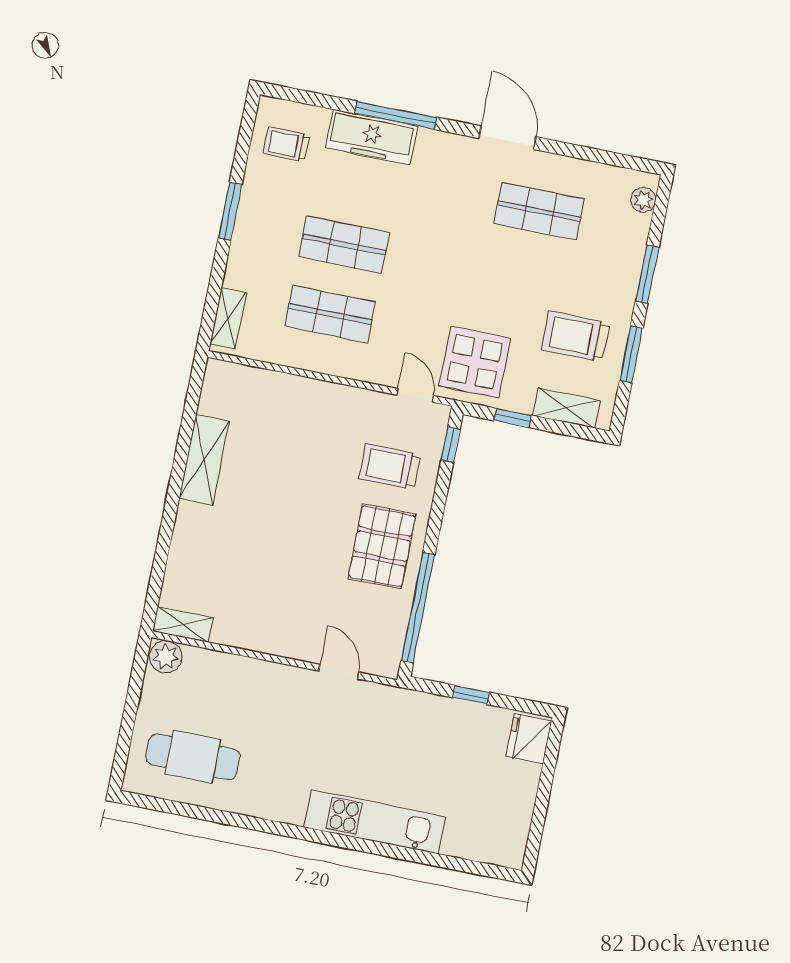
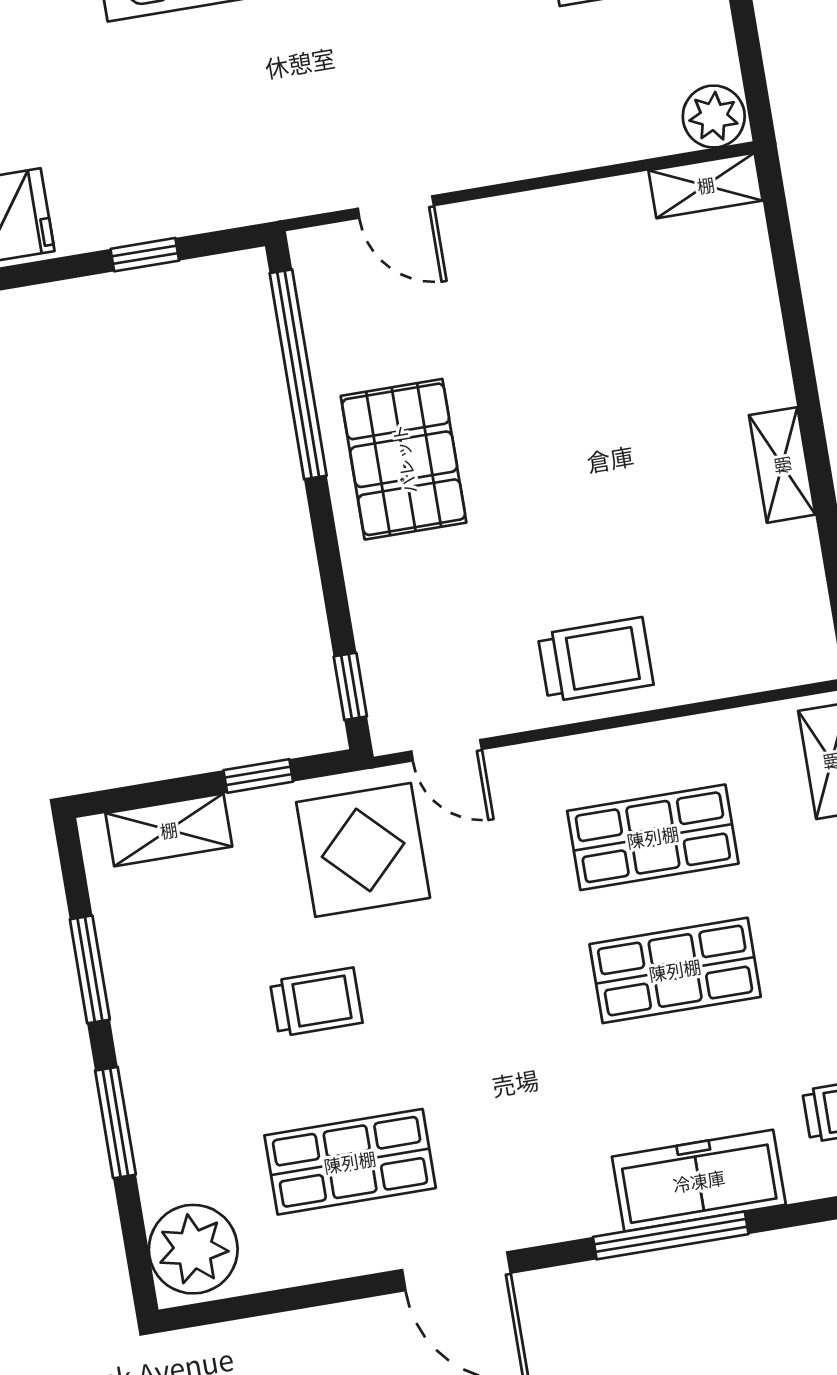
plant: (643, 200) -> (193, 1249), width x1.88, depth x1.88
trolley: (575, 336) -> (316, 1002), moved, width x0.73, depth x0.72
shelving: (204, 460) -> (782, 465), width x0.67, depth x0.75
trolley: (389, 467) -> (596, 660), moved

